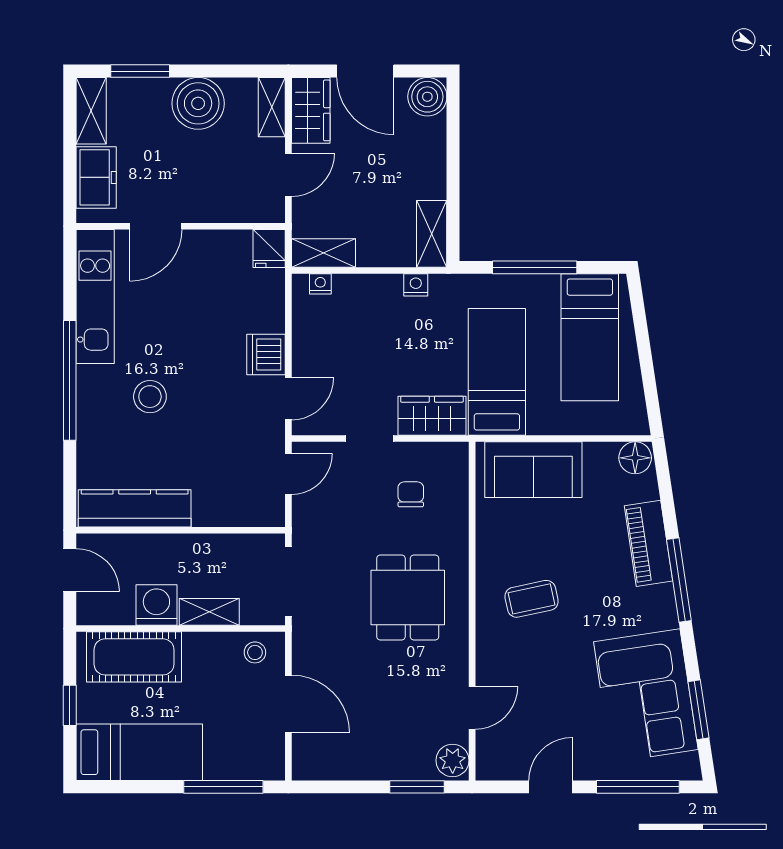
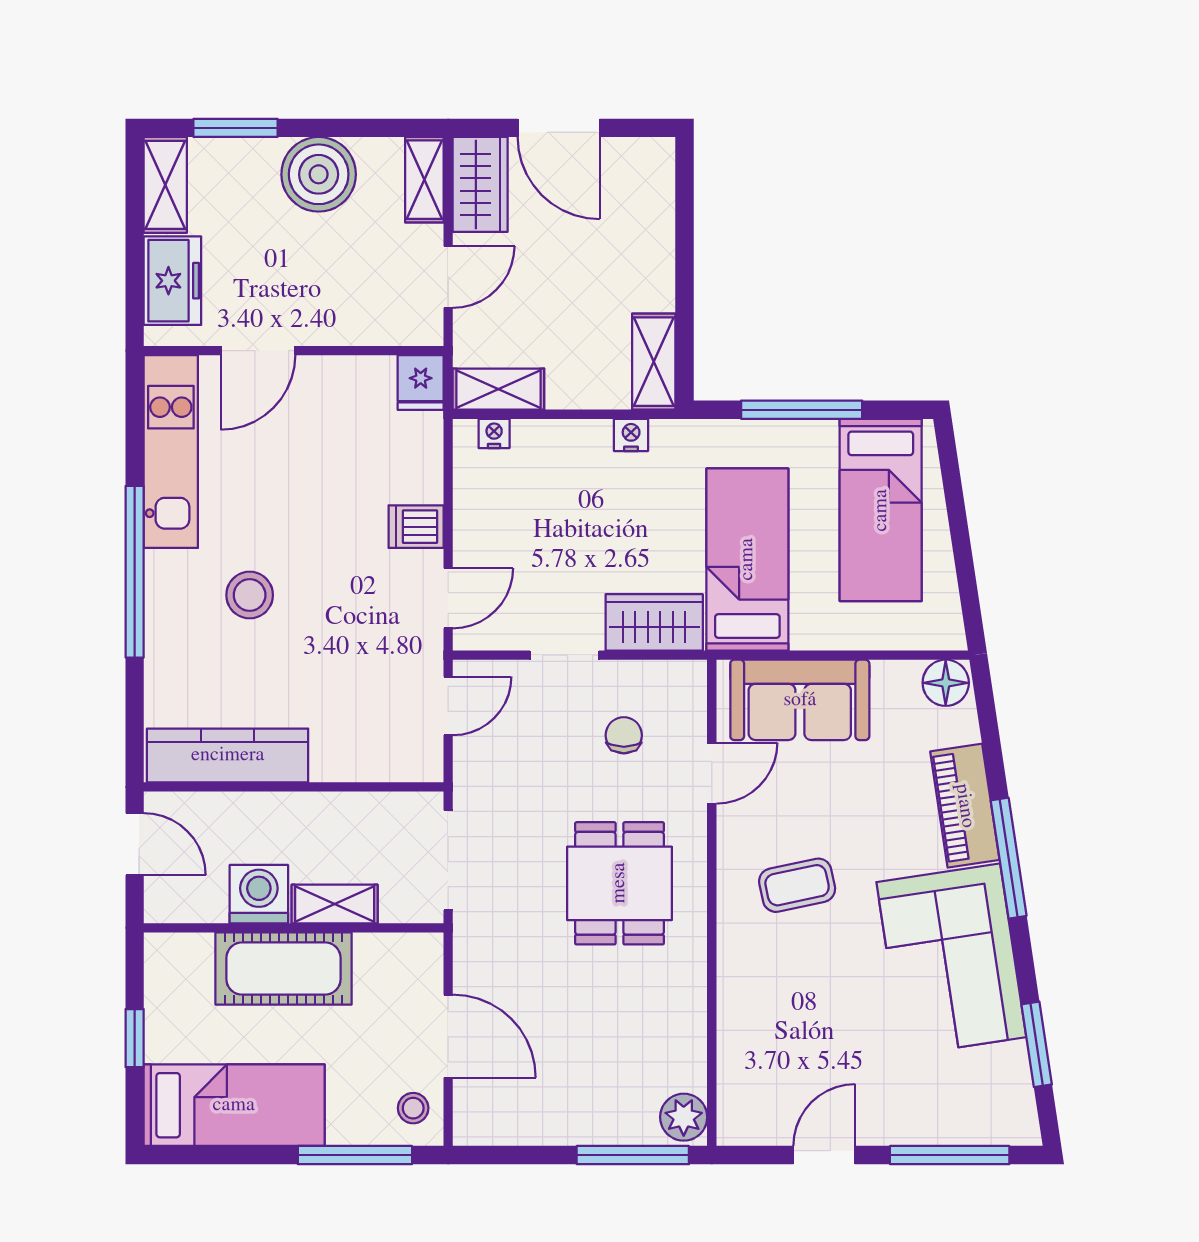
boiler: (427, 97) -> (648, 165), removed
dishwasher: (266, 354) -> (416, 527), width x0.73
stool: (255, 652) -> (413, 1108), moved
cot: (134, 657) -> (284, 969), moved
corner sofa: (646, 696) -> (951, 960), moved
door: (472, 708) -> (712, 773), moved
window: (417, 787) -> (633, 1155), width x1.44

